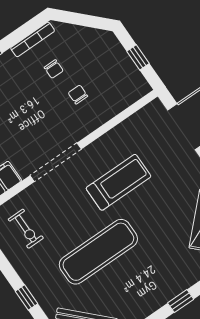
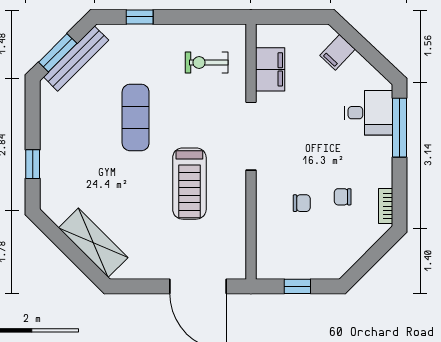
bookcase: (33, 39) -> (386, 206), width x0.64
exercise mat: (98, 252) -> (136, 117), width x0.73, depth x0.69

